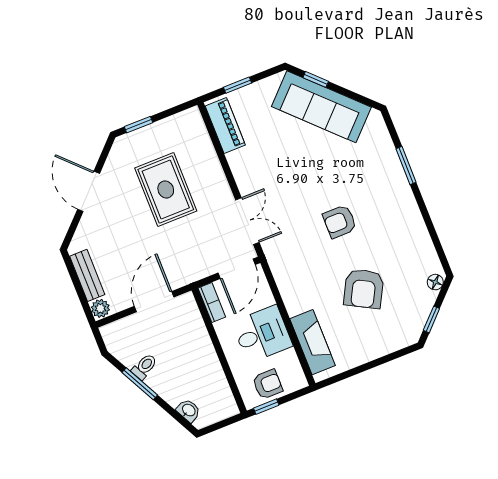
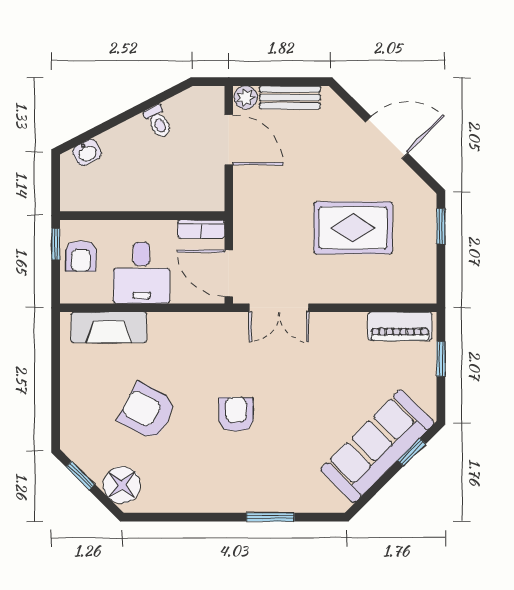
floor lamp: (435, 282) -> (122, 485), width x1.89, depth x1.89
door: (154, 302) -> (229, 140), moved
window: (140, 384) -> (140, 108), removed

